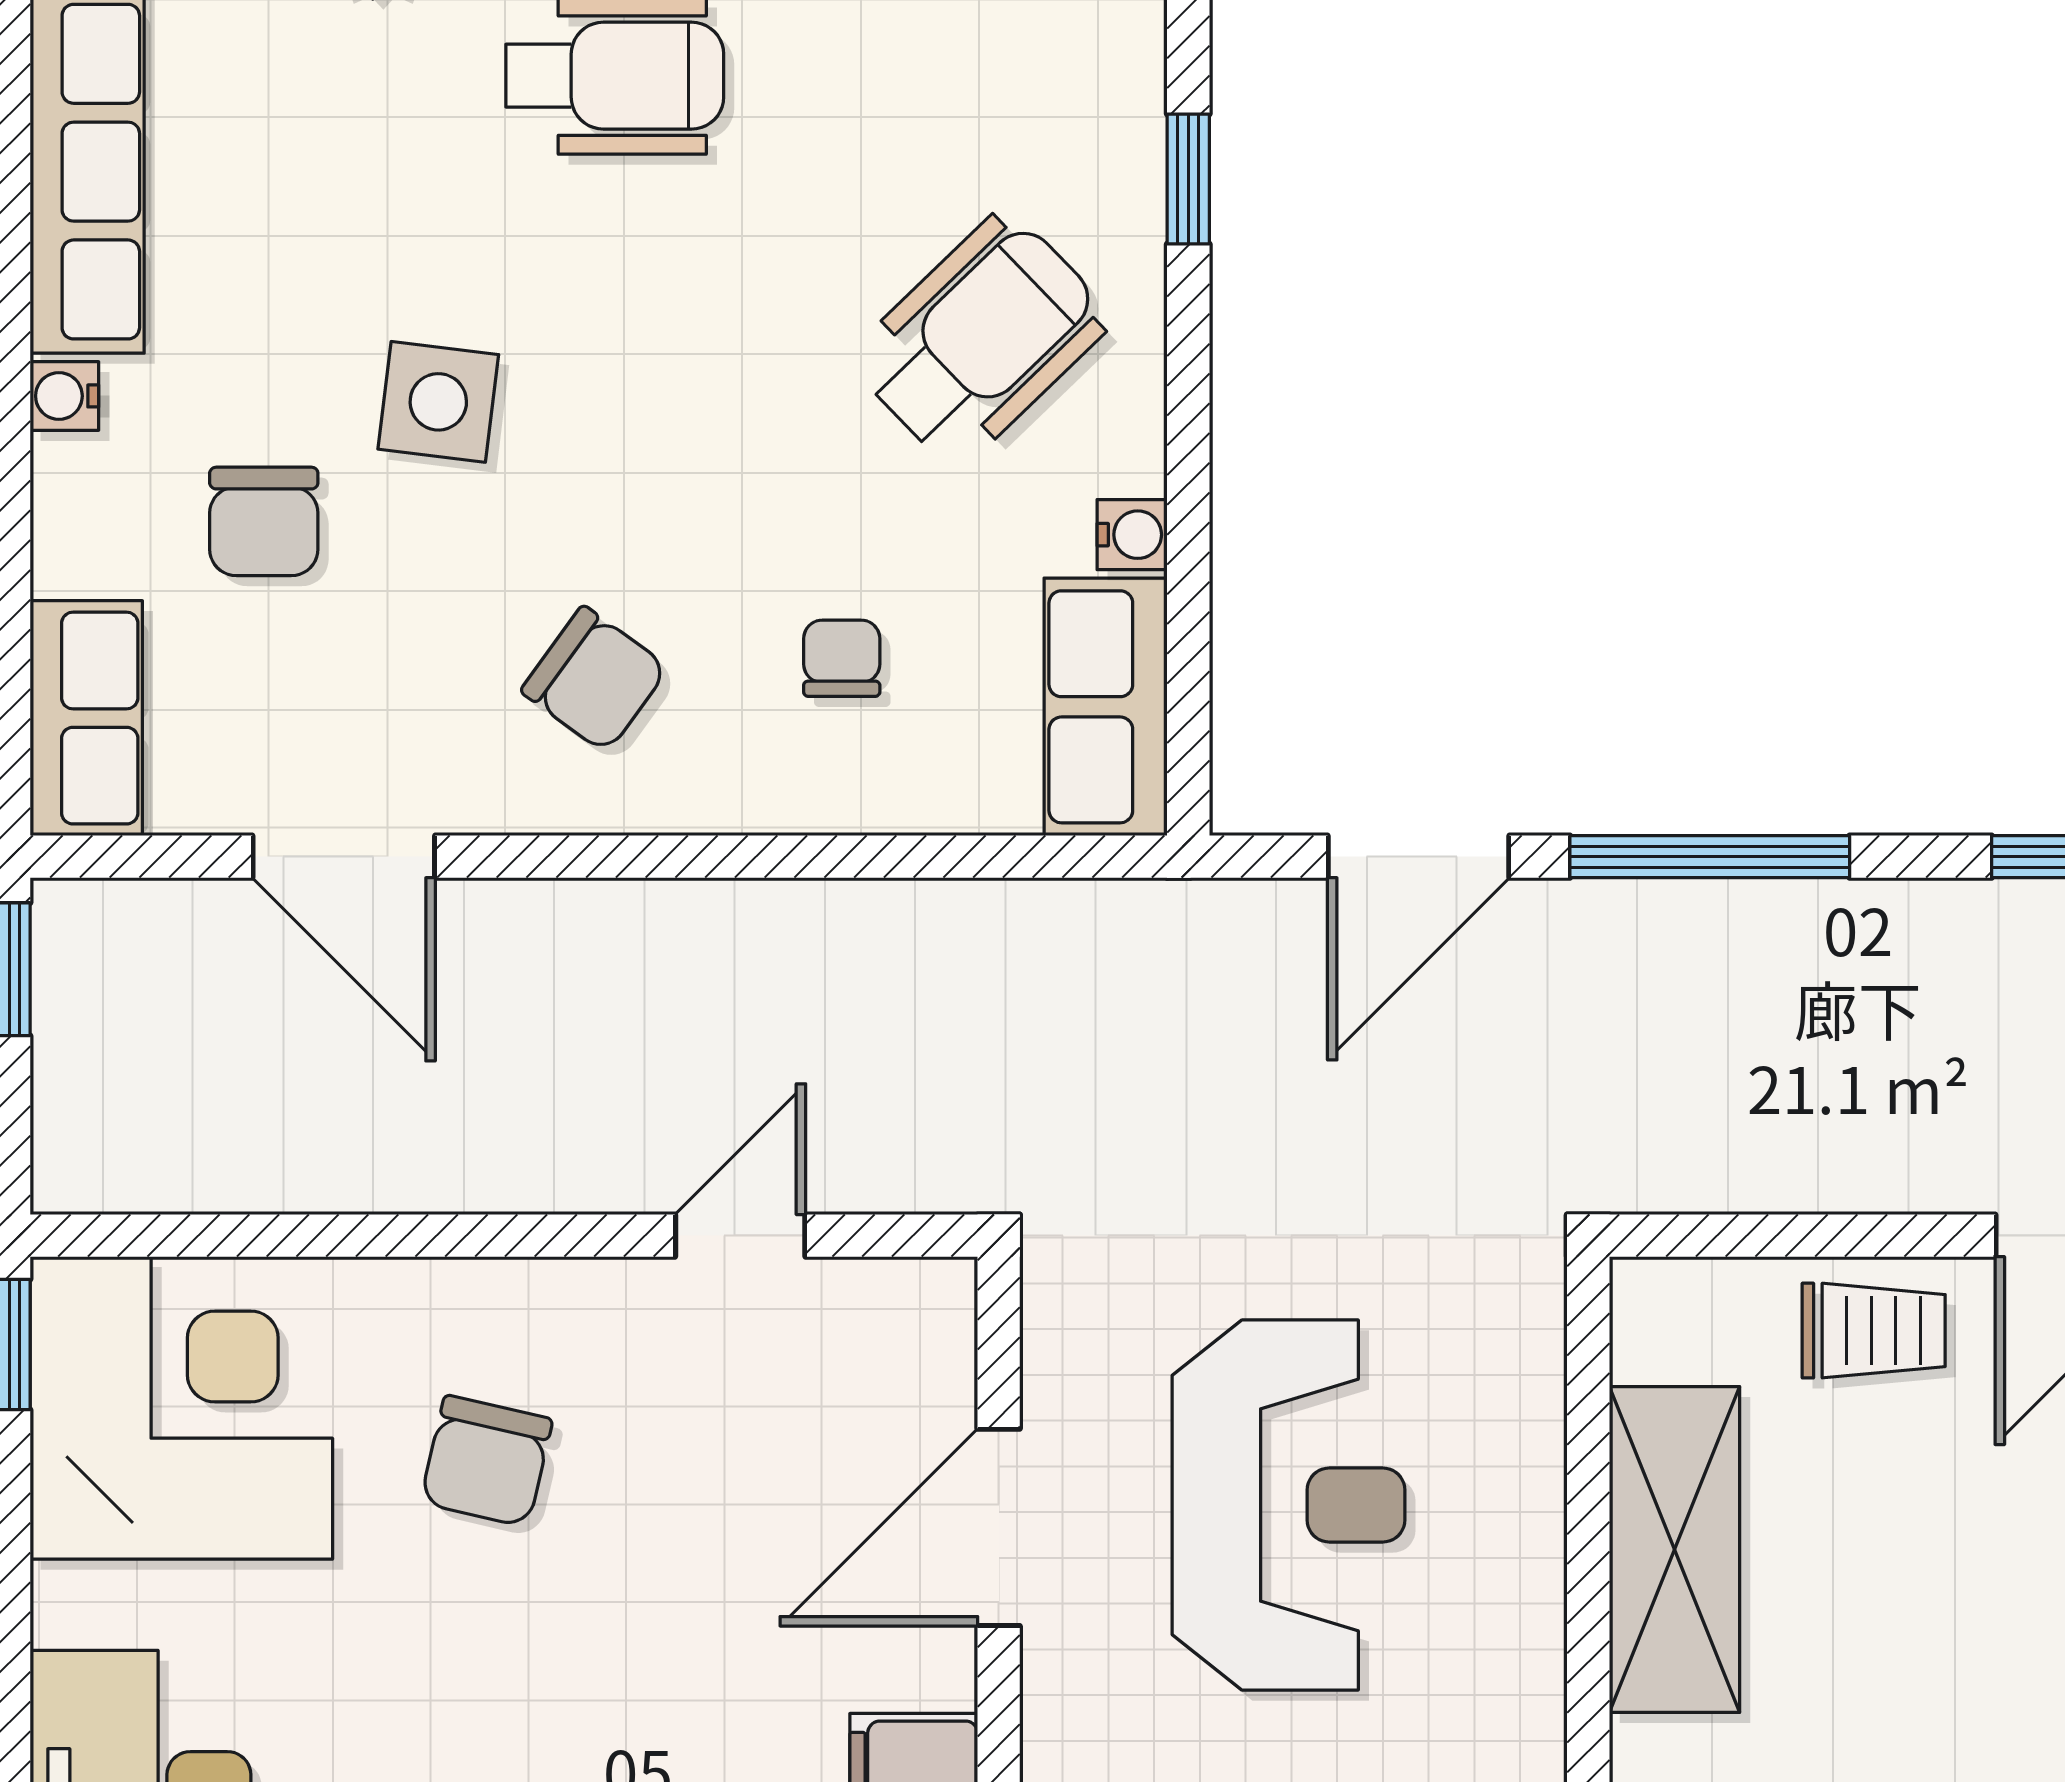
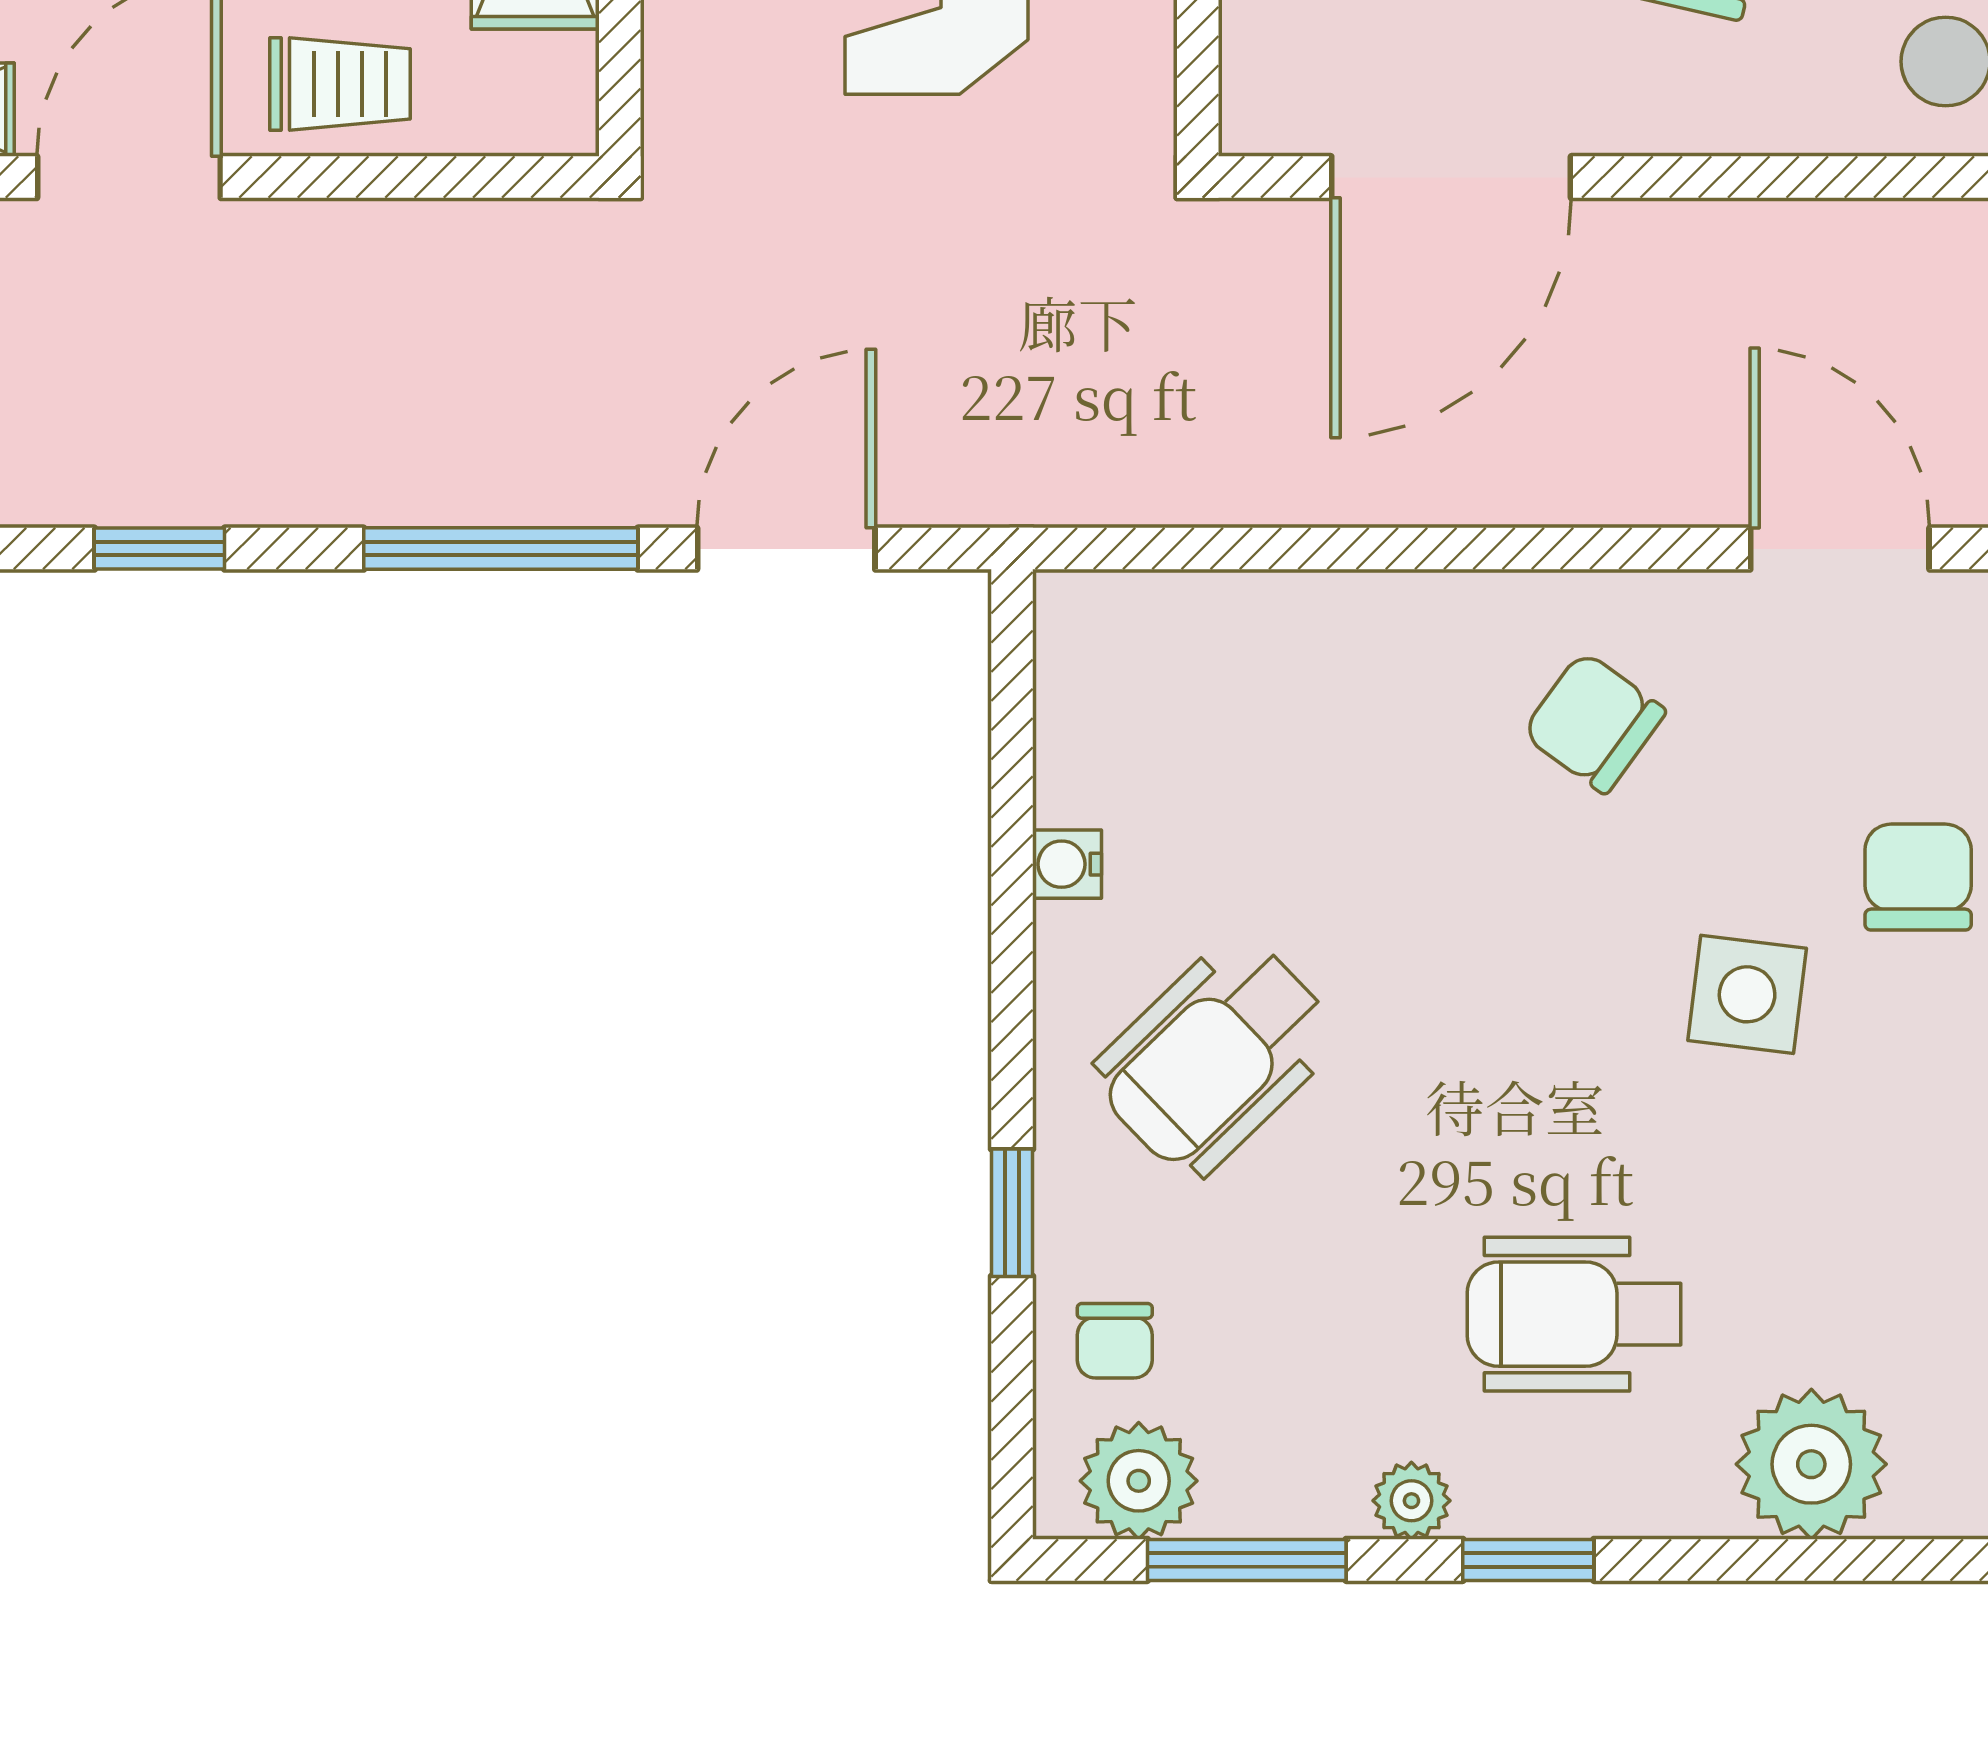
chair: (842, 658) -> (1115, 1341), moved
row of seats: (1106, 707) -> (1093, 695), removed
door: (740, 1236) -> (1451, 177), width x1.88
trolley: (1874, 1331) -> (340, 84), turned 180

